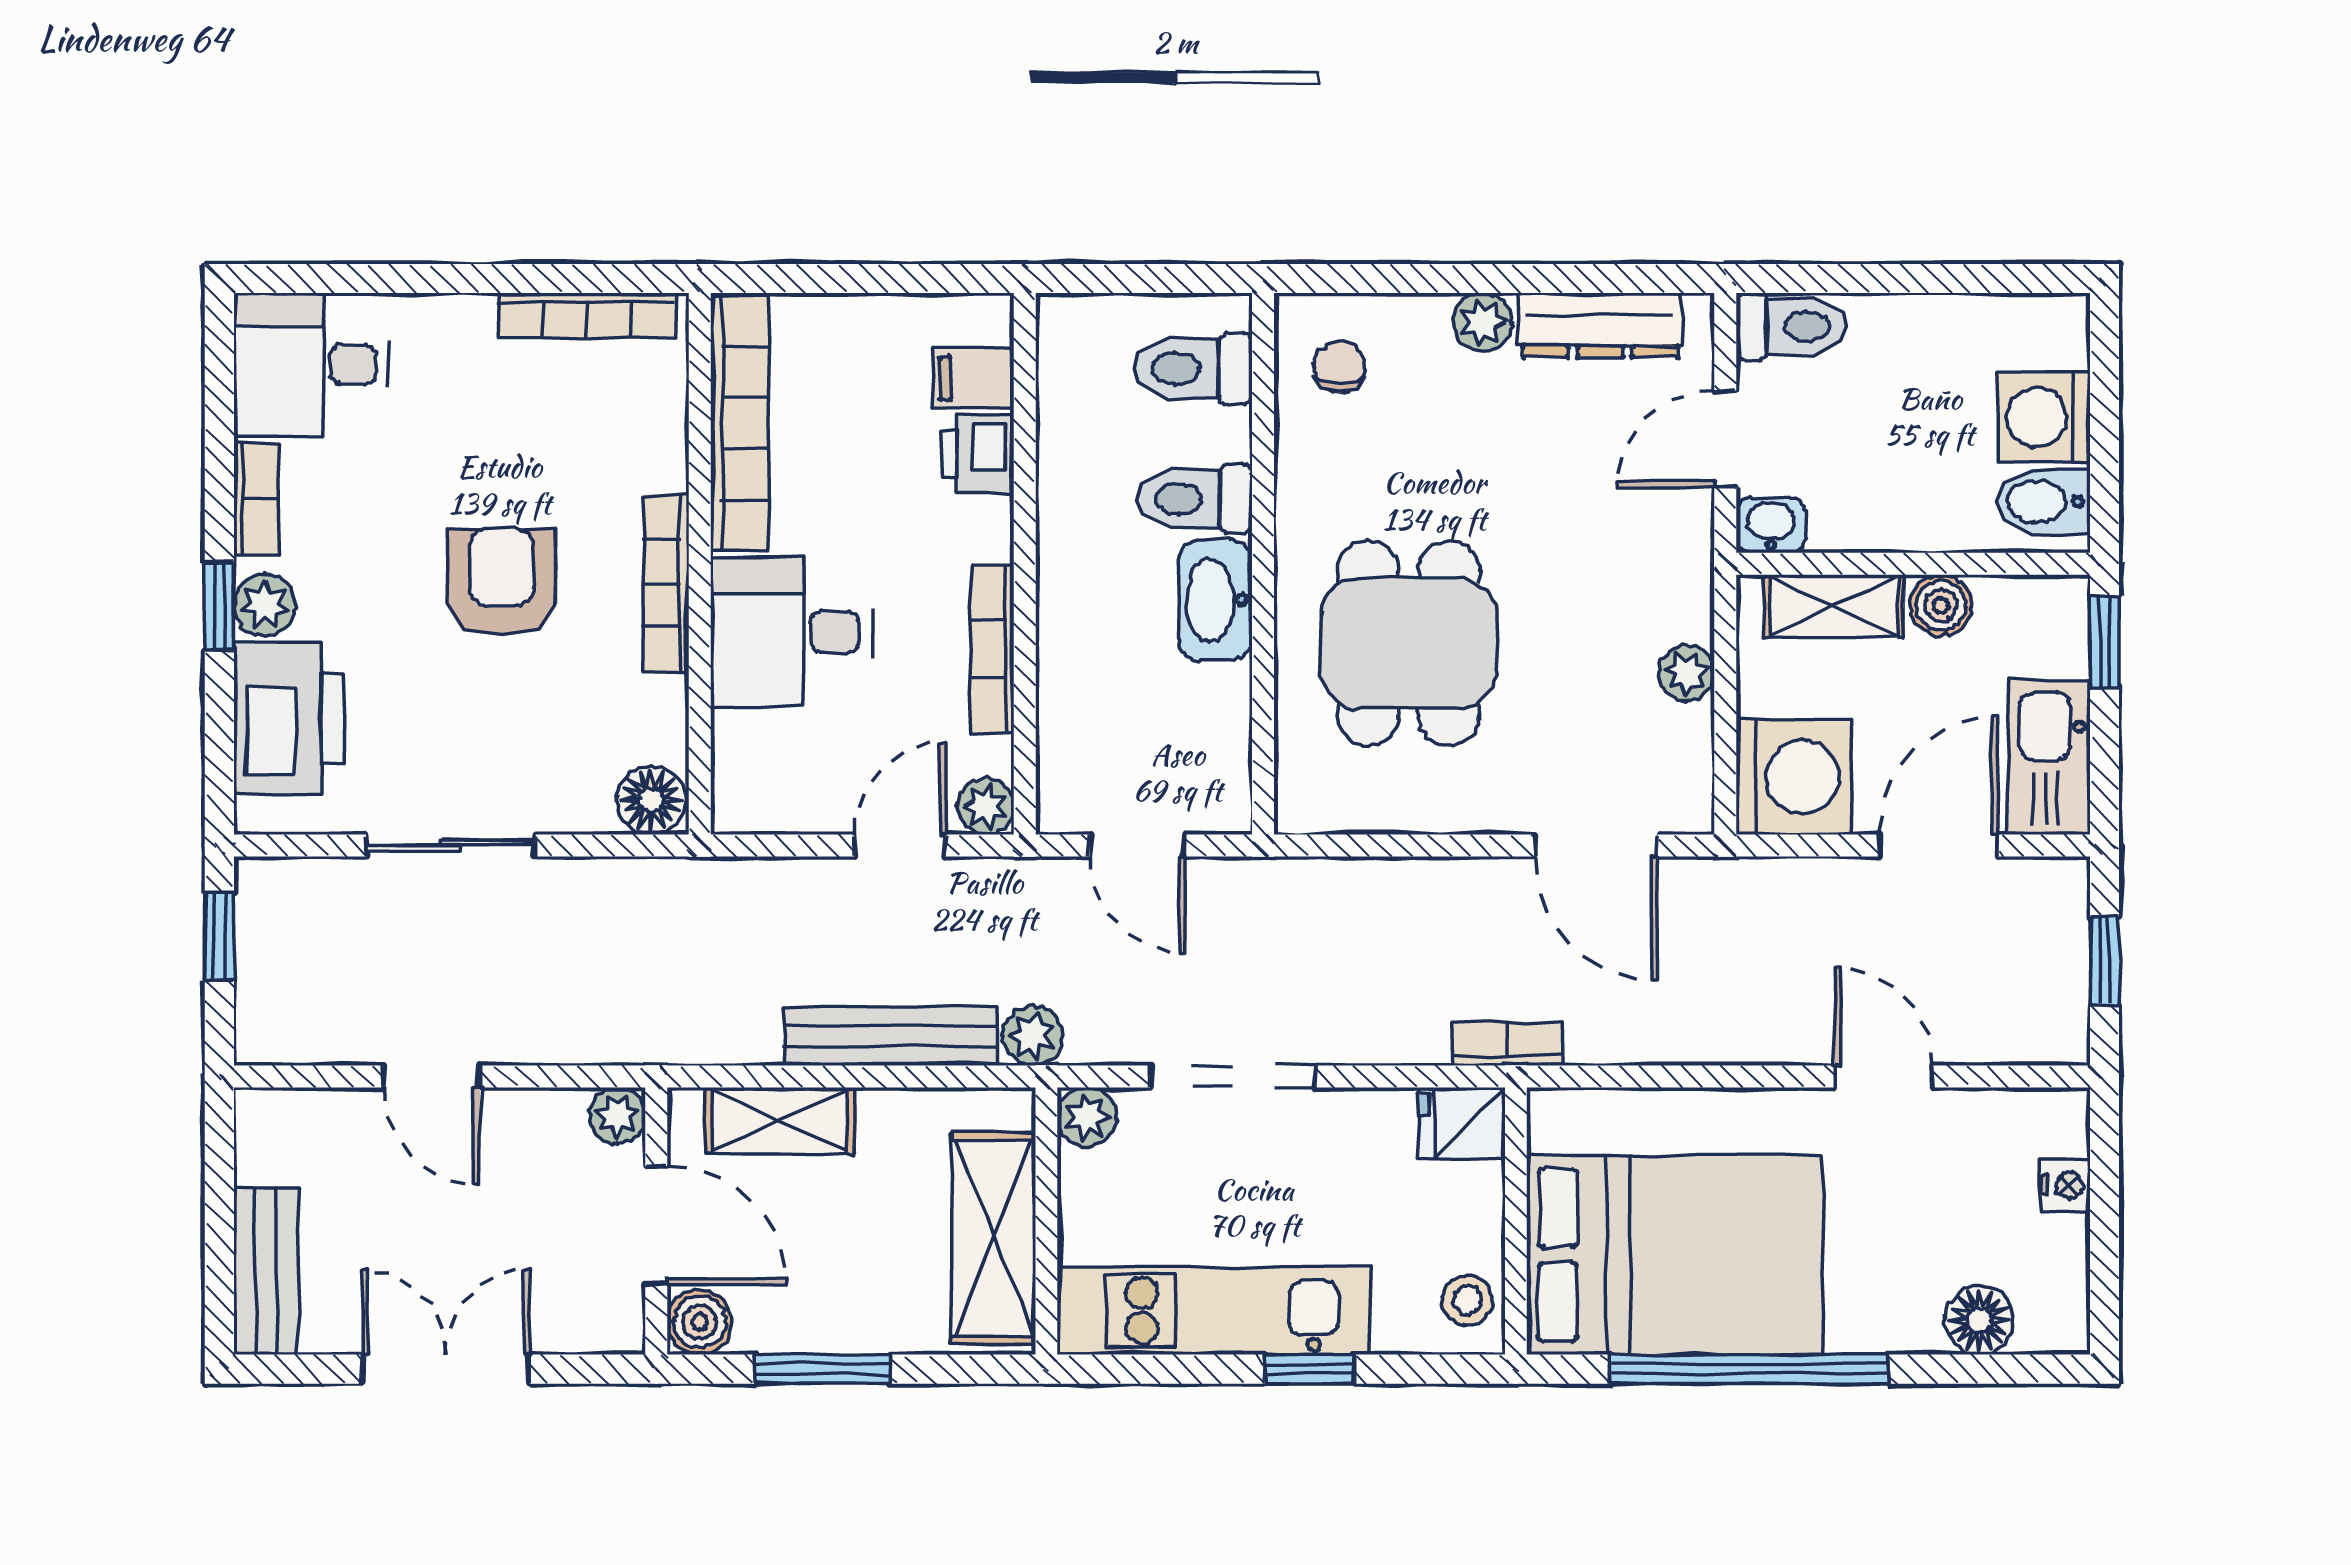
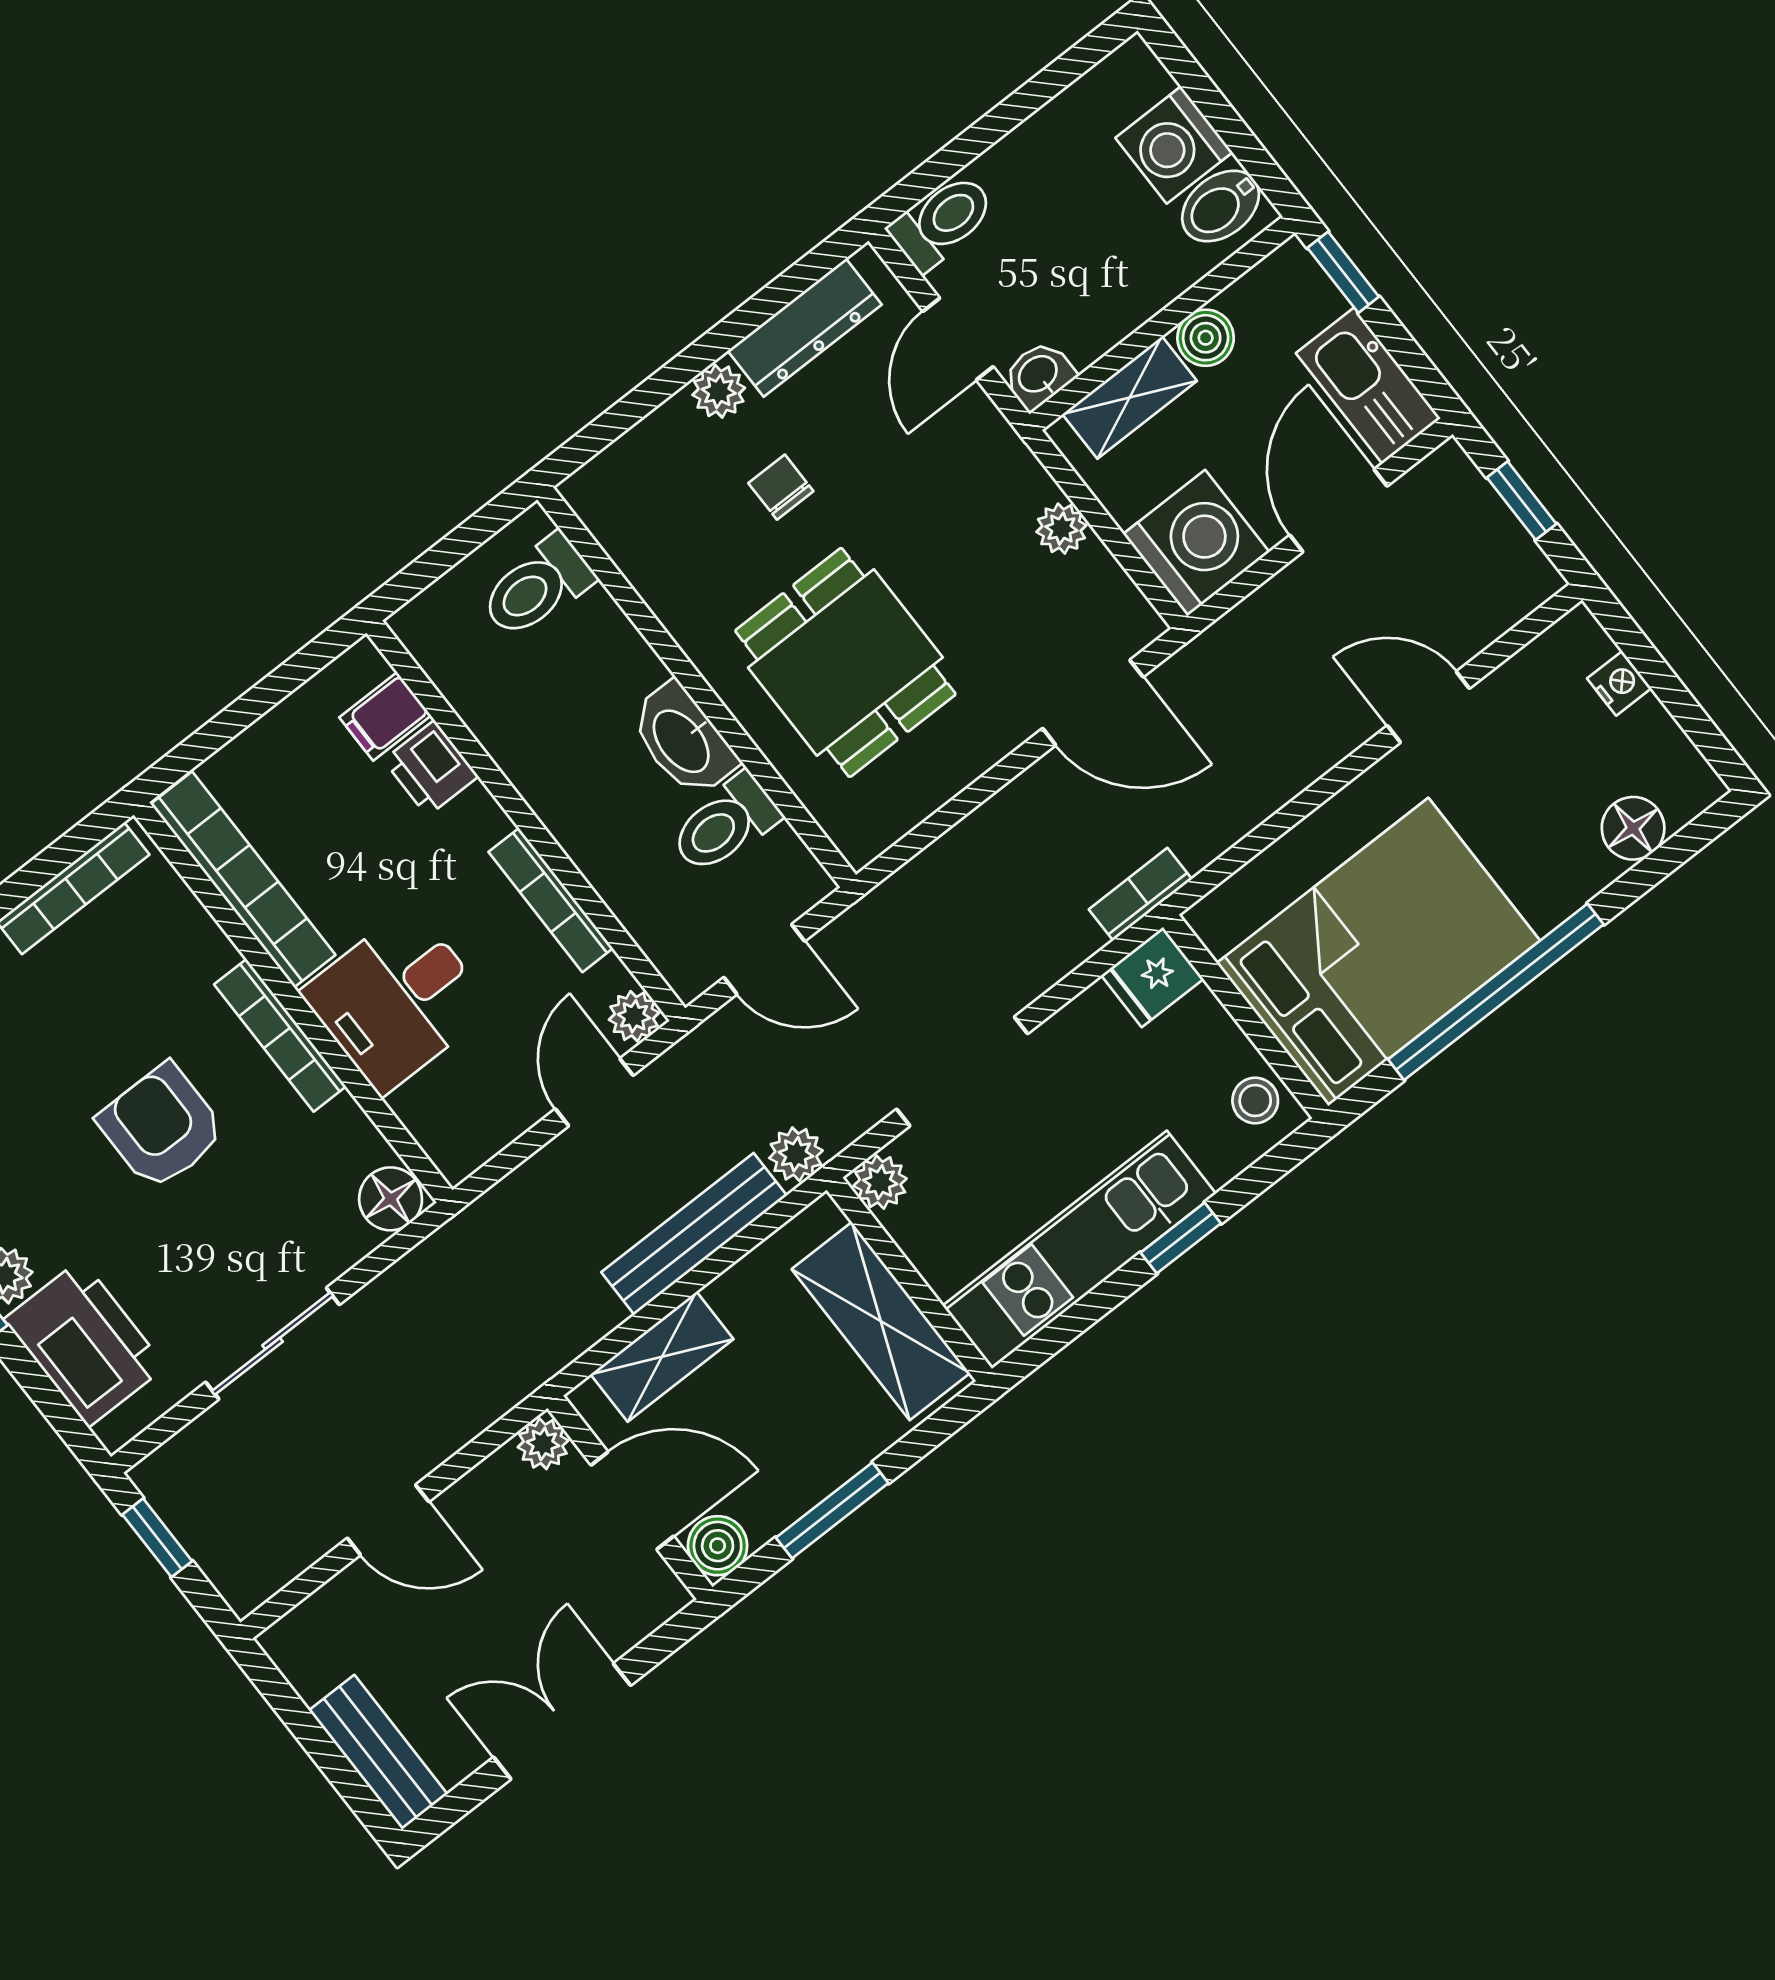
chair: (1340, 367) -> (781, 487), moved
toilet: (1195, 499) -> (725, 824), moved

